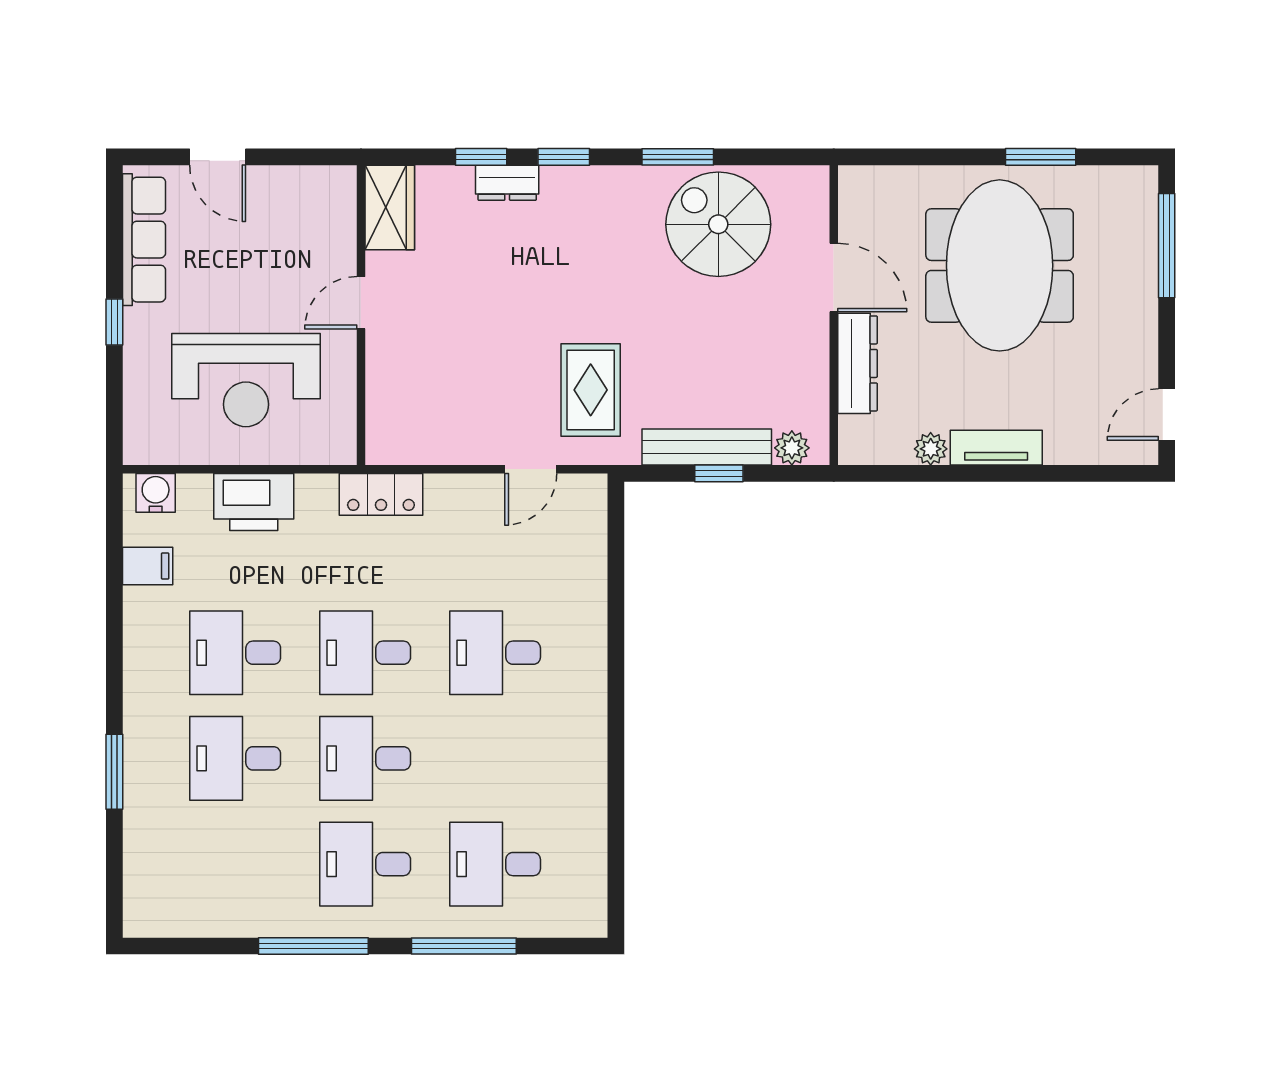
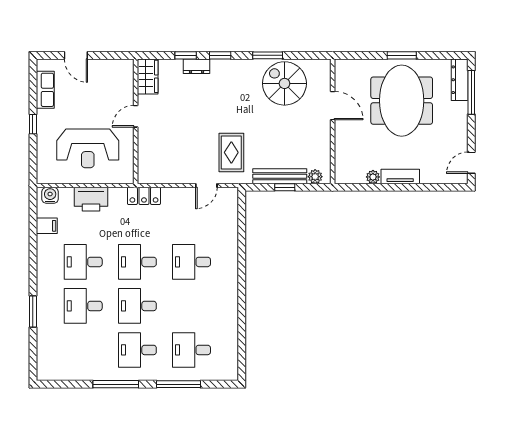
window: (1041, 157) -> (402, 55), moved
row of seats: (144, 240) -> (45, 90), width x0.68
dresser: (857, 363) -> (460, 80), moved, turned 180

